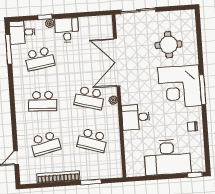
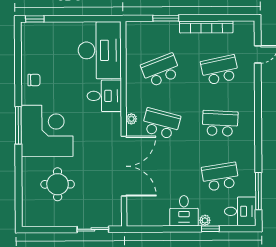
sliding door: (138, 11) -> (93, 229), width x0.73
school desk: (92, 140) -> (161, 70), turned -39
desk: (167, 157) -> (100, 50), moved, turned 90

